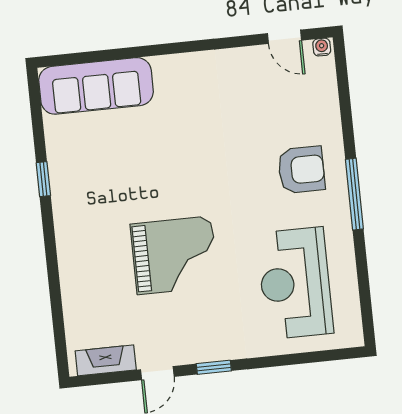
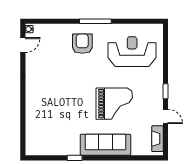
sofa: (96, 86) -> (105, 145), moved, turned -90
grand piano: (174, 255) -> (114, 104), turned 90
reception desk: (295, 283) -> (132, 52), turned 180

